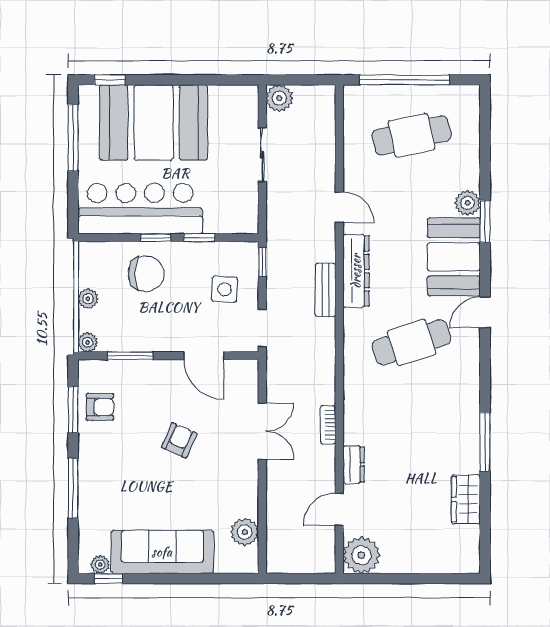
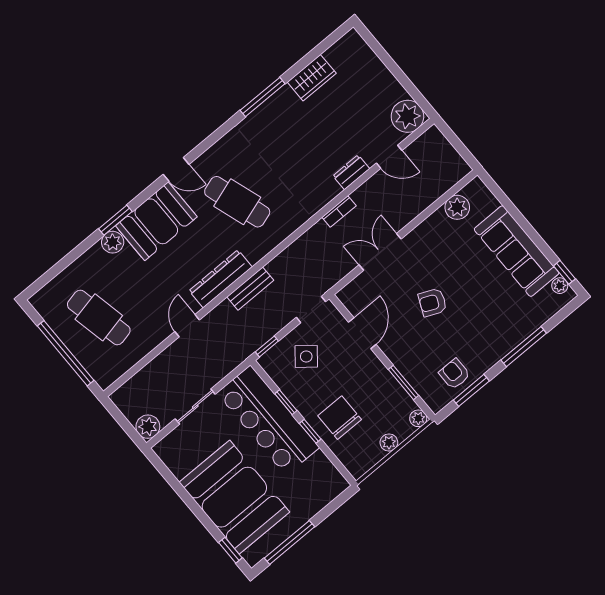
bar counter: (140, 209) -> (268, 420), moved
side table: (224, 289) -> (306, 356), turned 36

